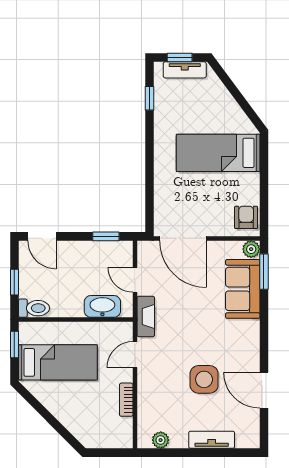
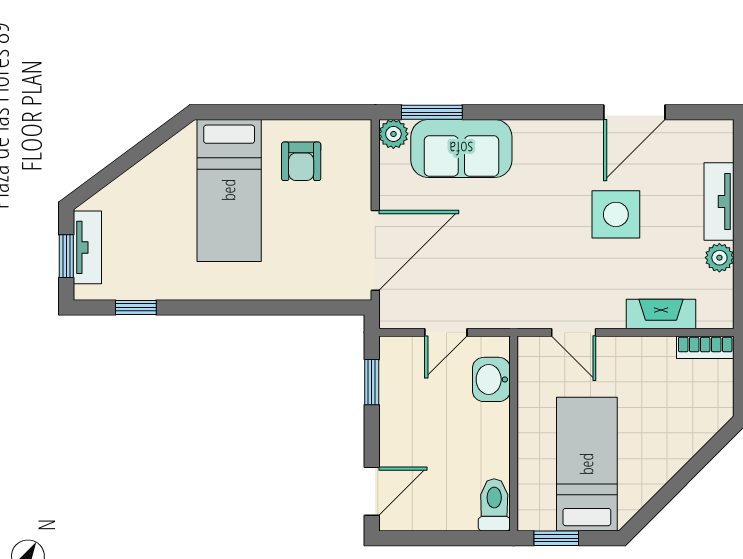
armchair: (246, 217) -> (301, 161), moved, turned -90
window: (14, 282) -> (450, 538), removed
washbasin: (102, 306) -> (491, 379), width x0.72
fireplace: (146, 316) -> (661, 314), moved
bookcase: (126, 400) -> (705, 347), moved
plant: (161, 440) -> (719, 258), moved

